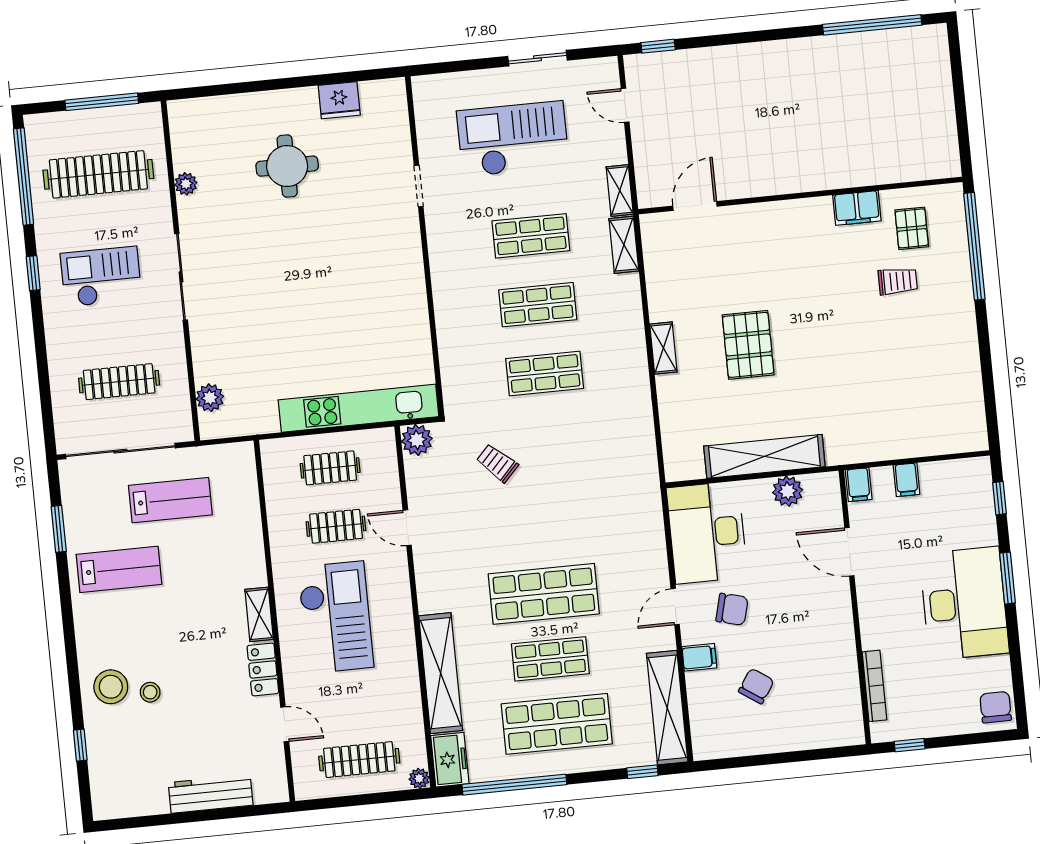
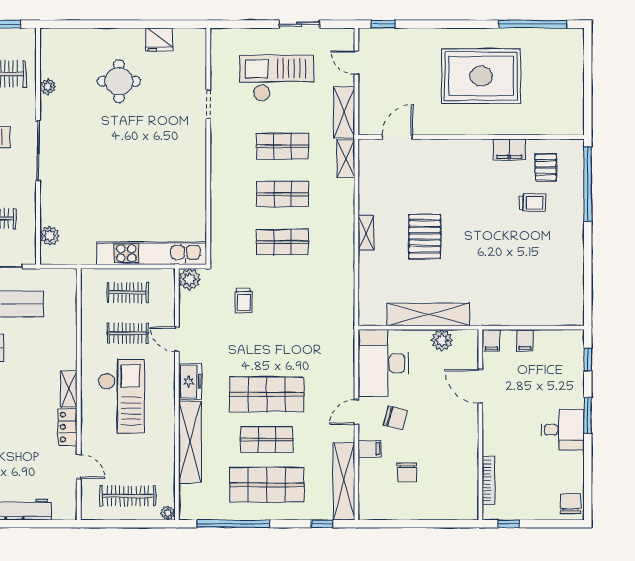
rug: (806, 107) -> (481, 76), added
shelving: (620, 190) -> (344, 112), width x1.50, depth x1.33
trolley: (497, 463) -> (243, 301), turned -133
desk: (964, 603) -> (563, 430), width x0.53, depth x0.77
chair: (756, 686) -> (407, 472), turned 146
freezer: (450, 760) -> (190, 381), moved

